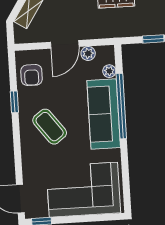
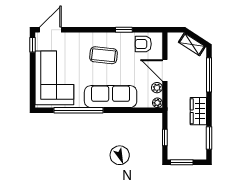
plant: (109, 71) -> (157, 103), moved
window: (121, 106) -> (78, 110), moved
coffee table: (50, 127) -> (104, 55), turned 43

